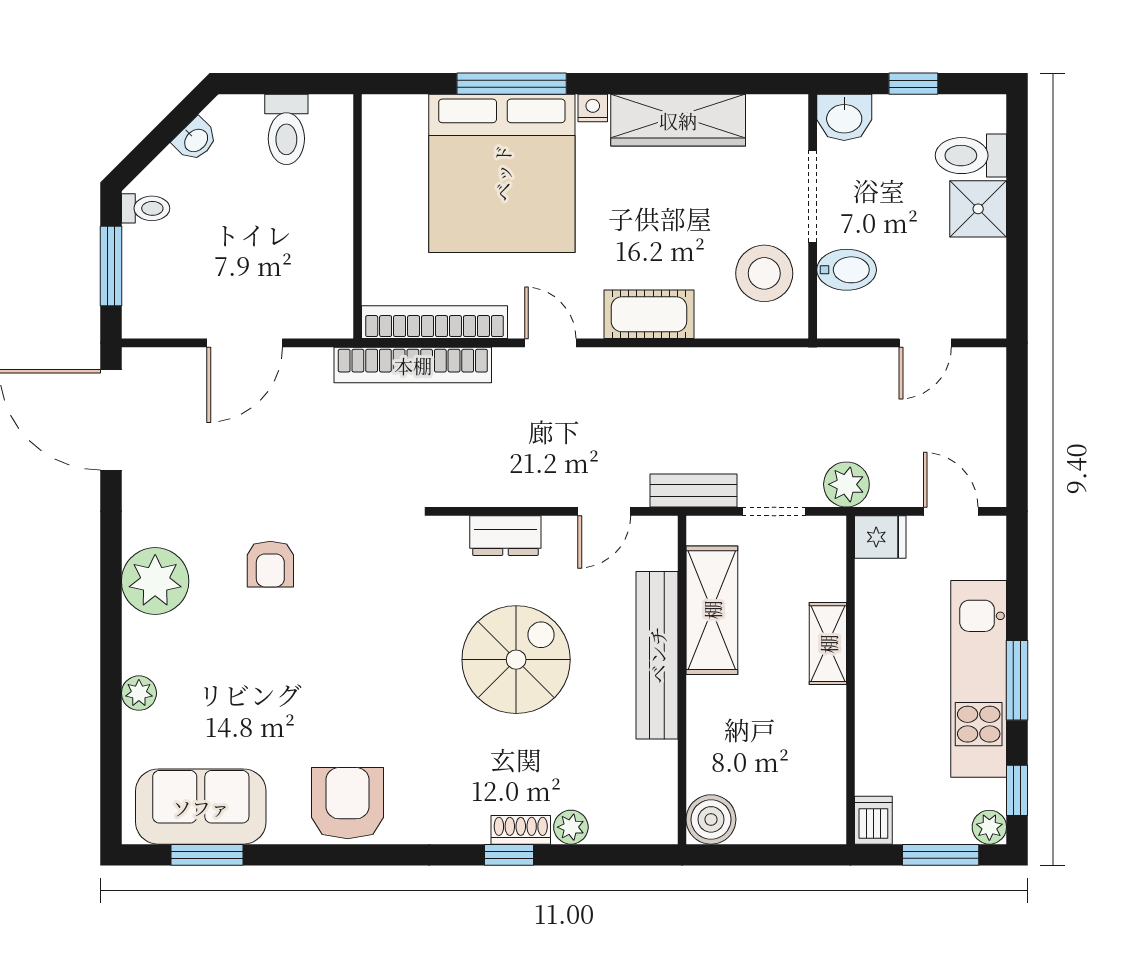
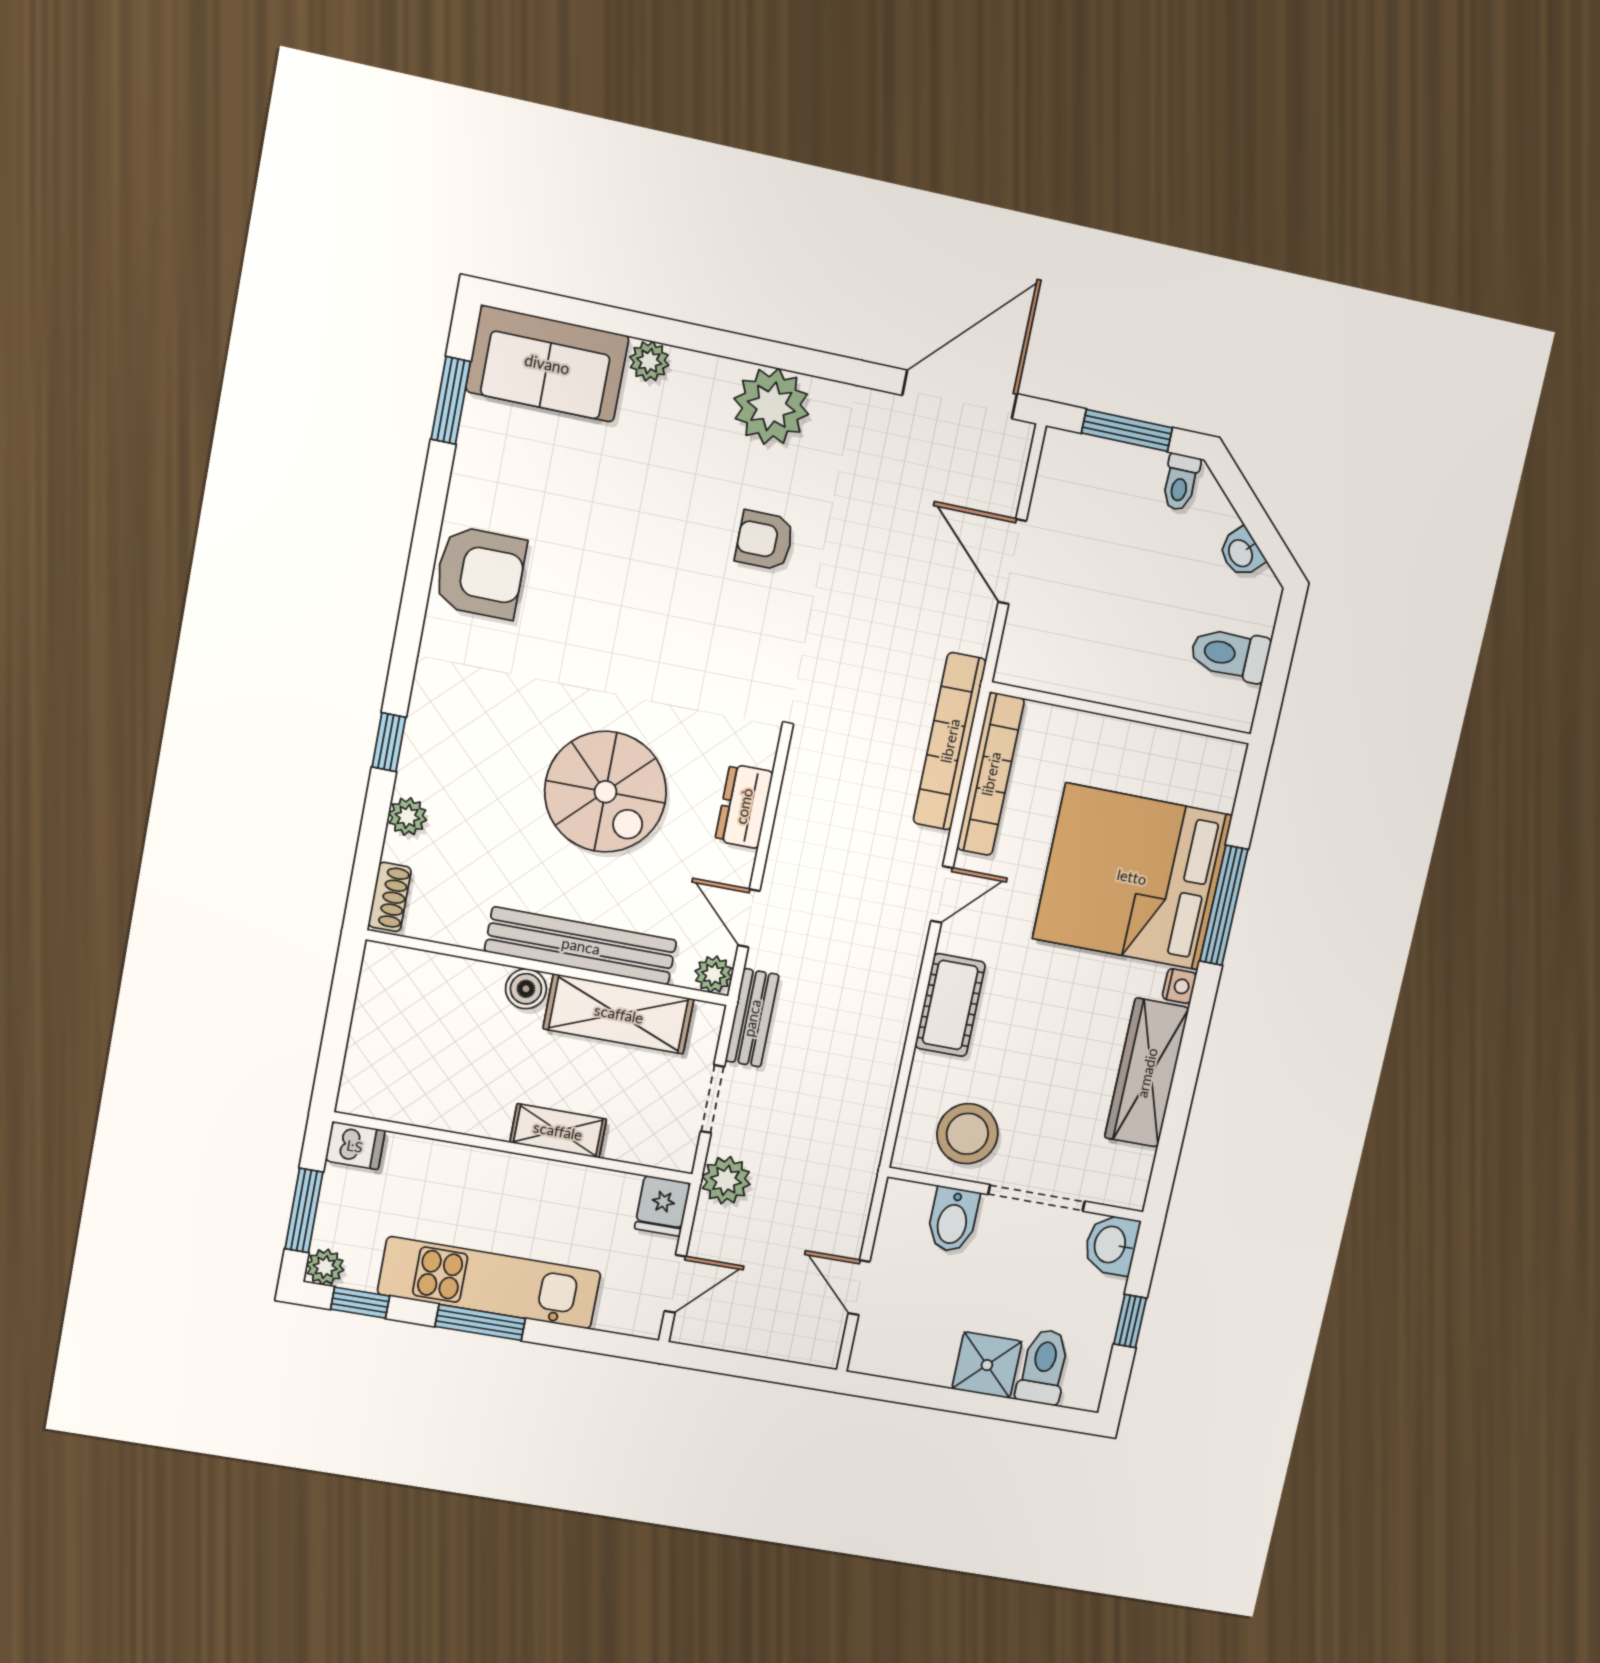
plant: (661, 533) -> (714, 974), added
sofa: (201, 807) -> (547, 364), moved, turned 90
boiler: (711, 819) -> (526, 989), moved, width x0.73, depth x0.73
shoe rack: (521, 830) -> (390, 897), moved

